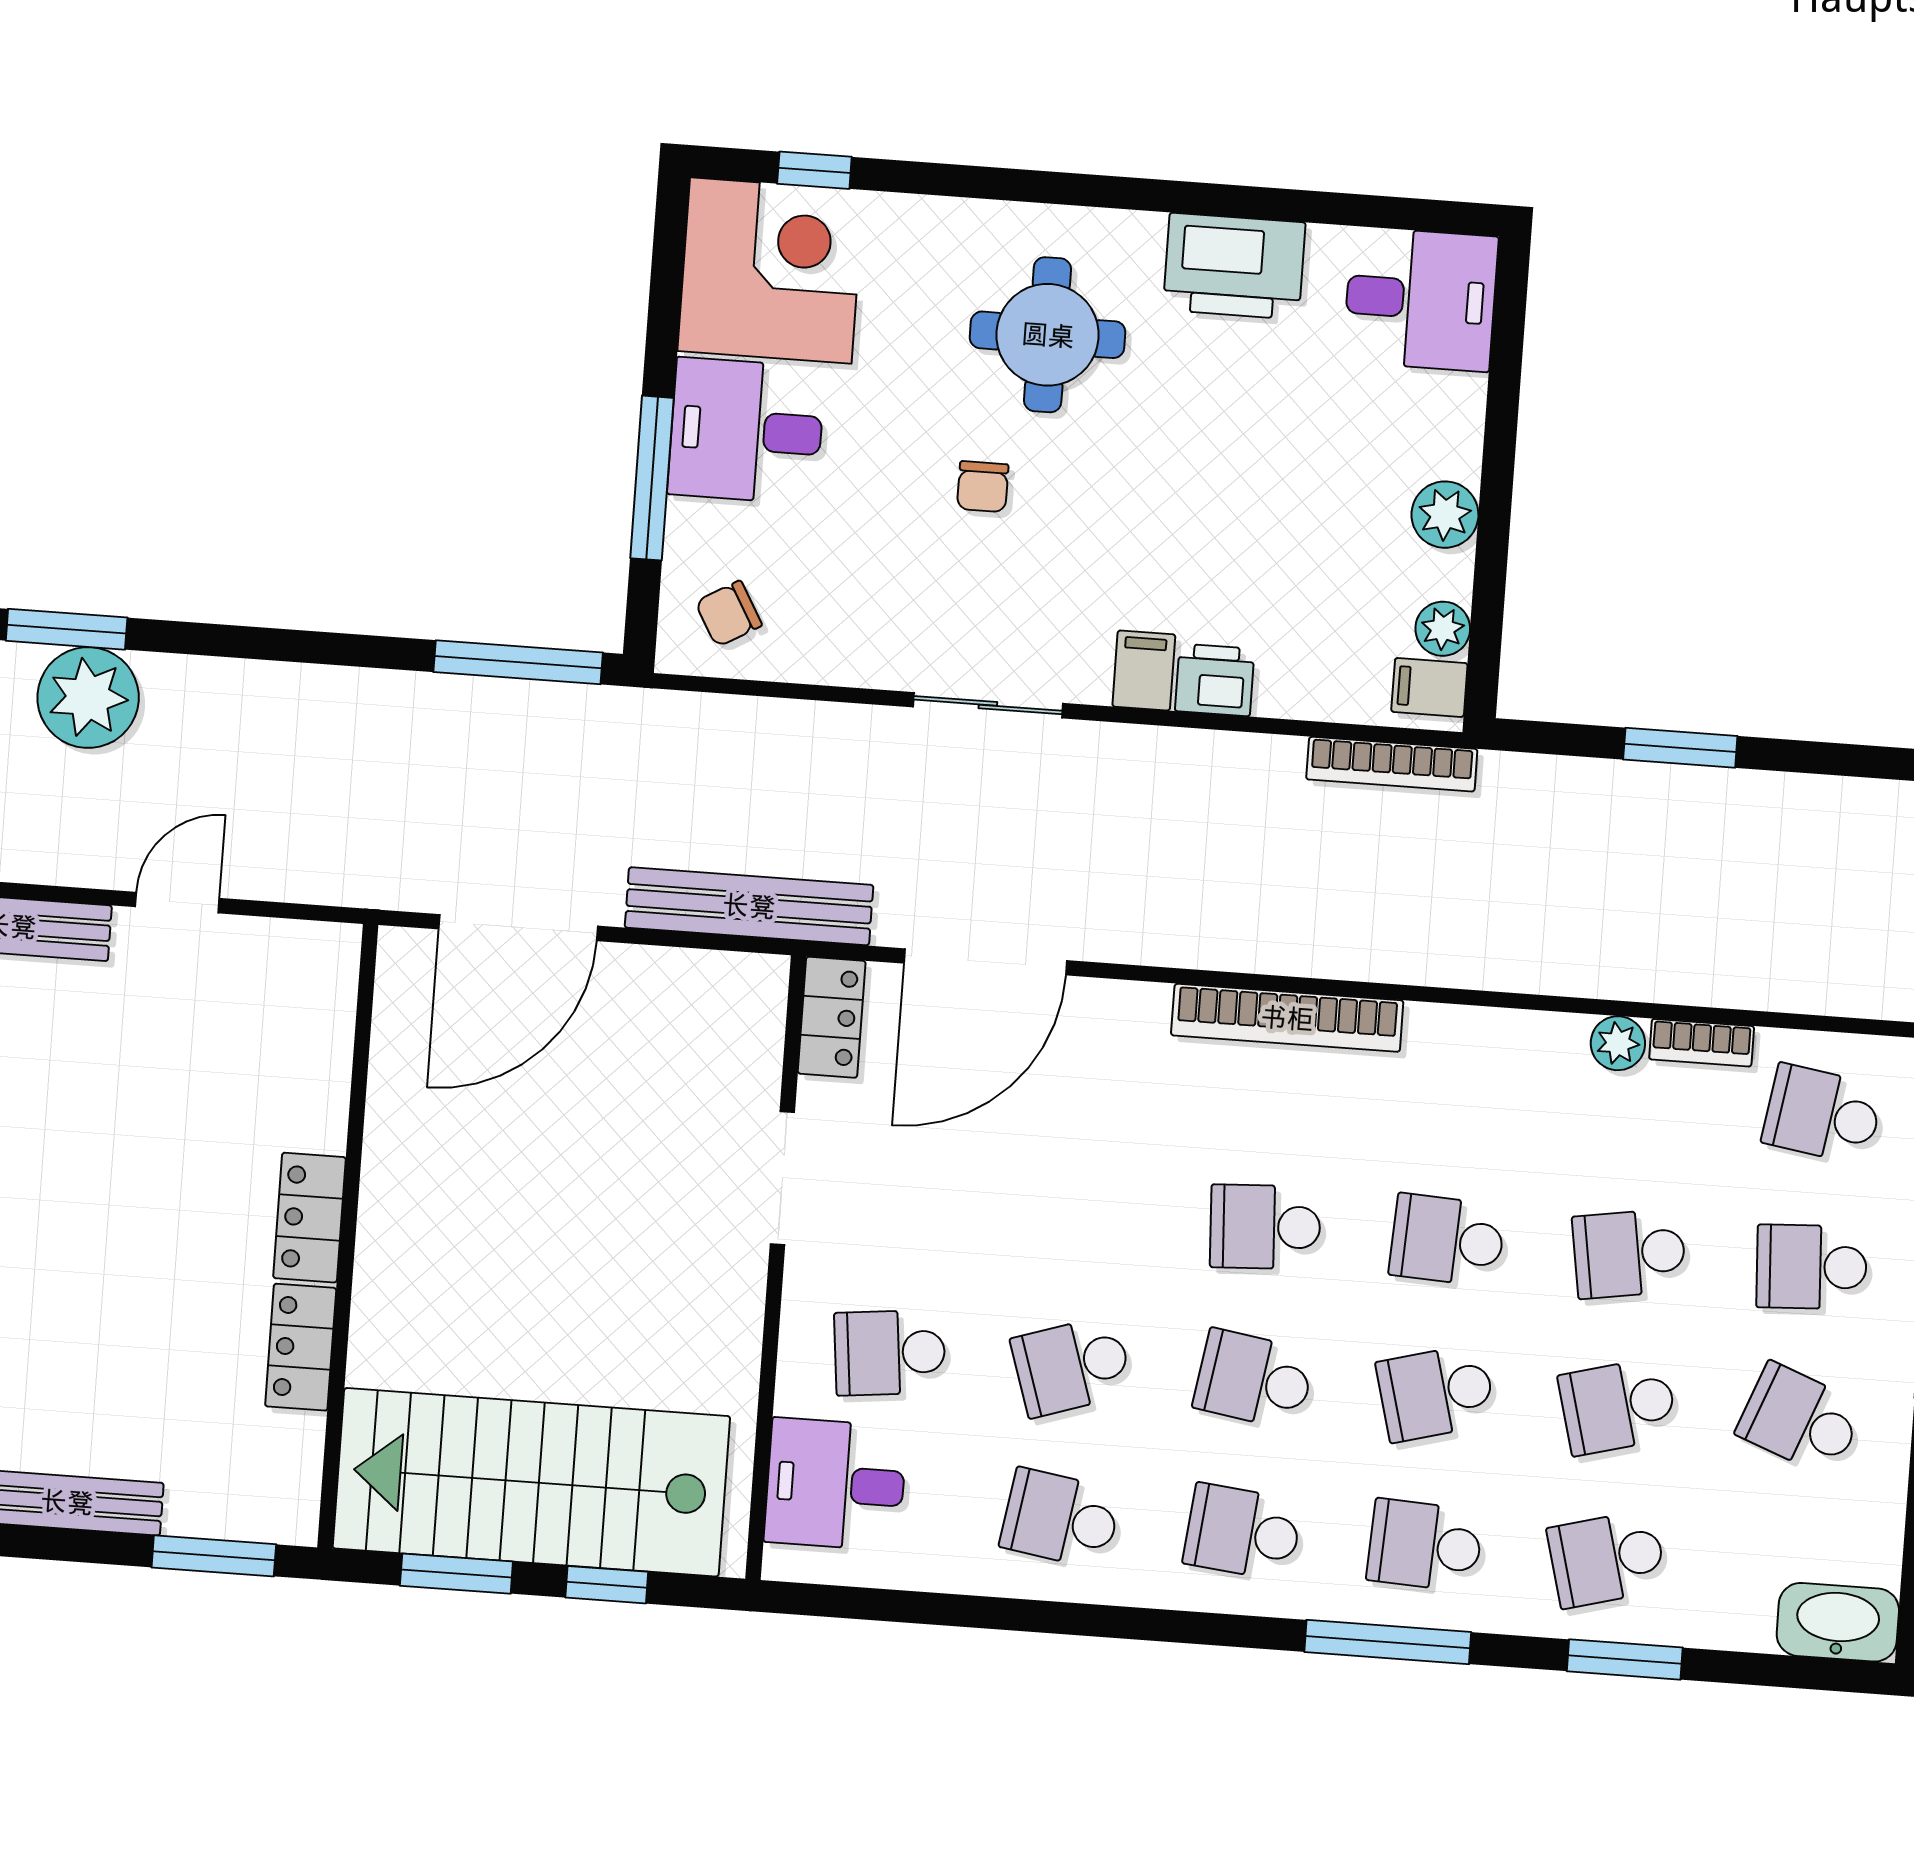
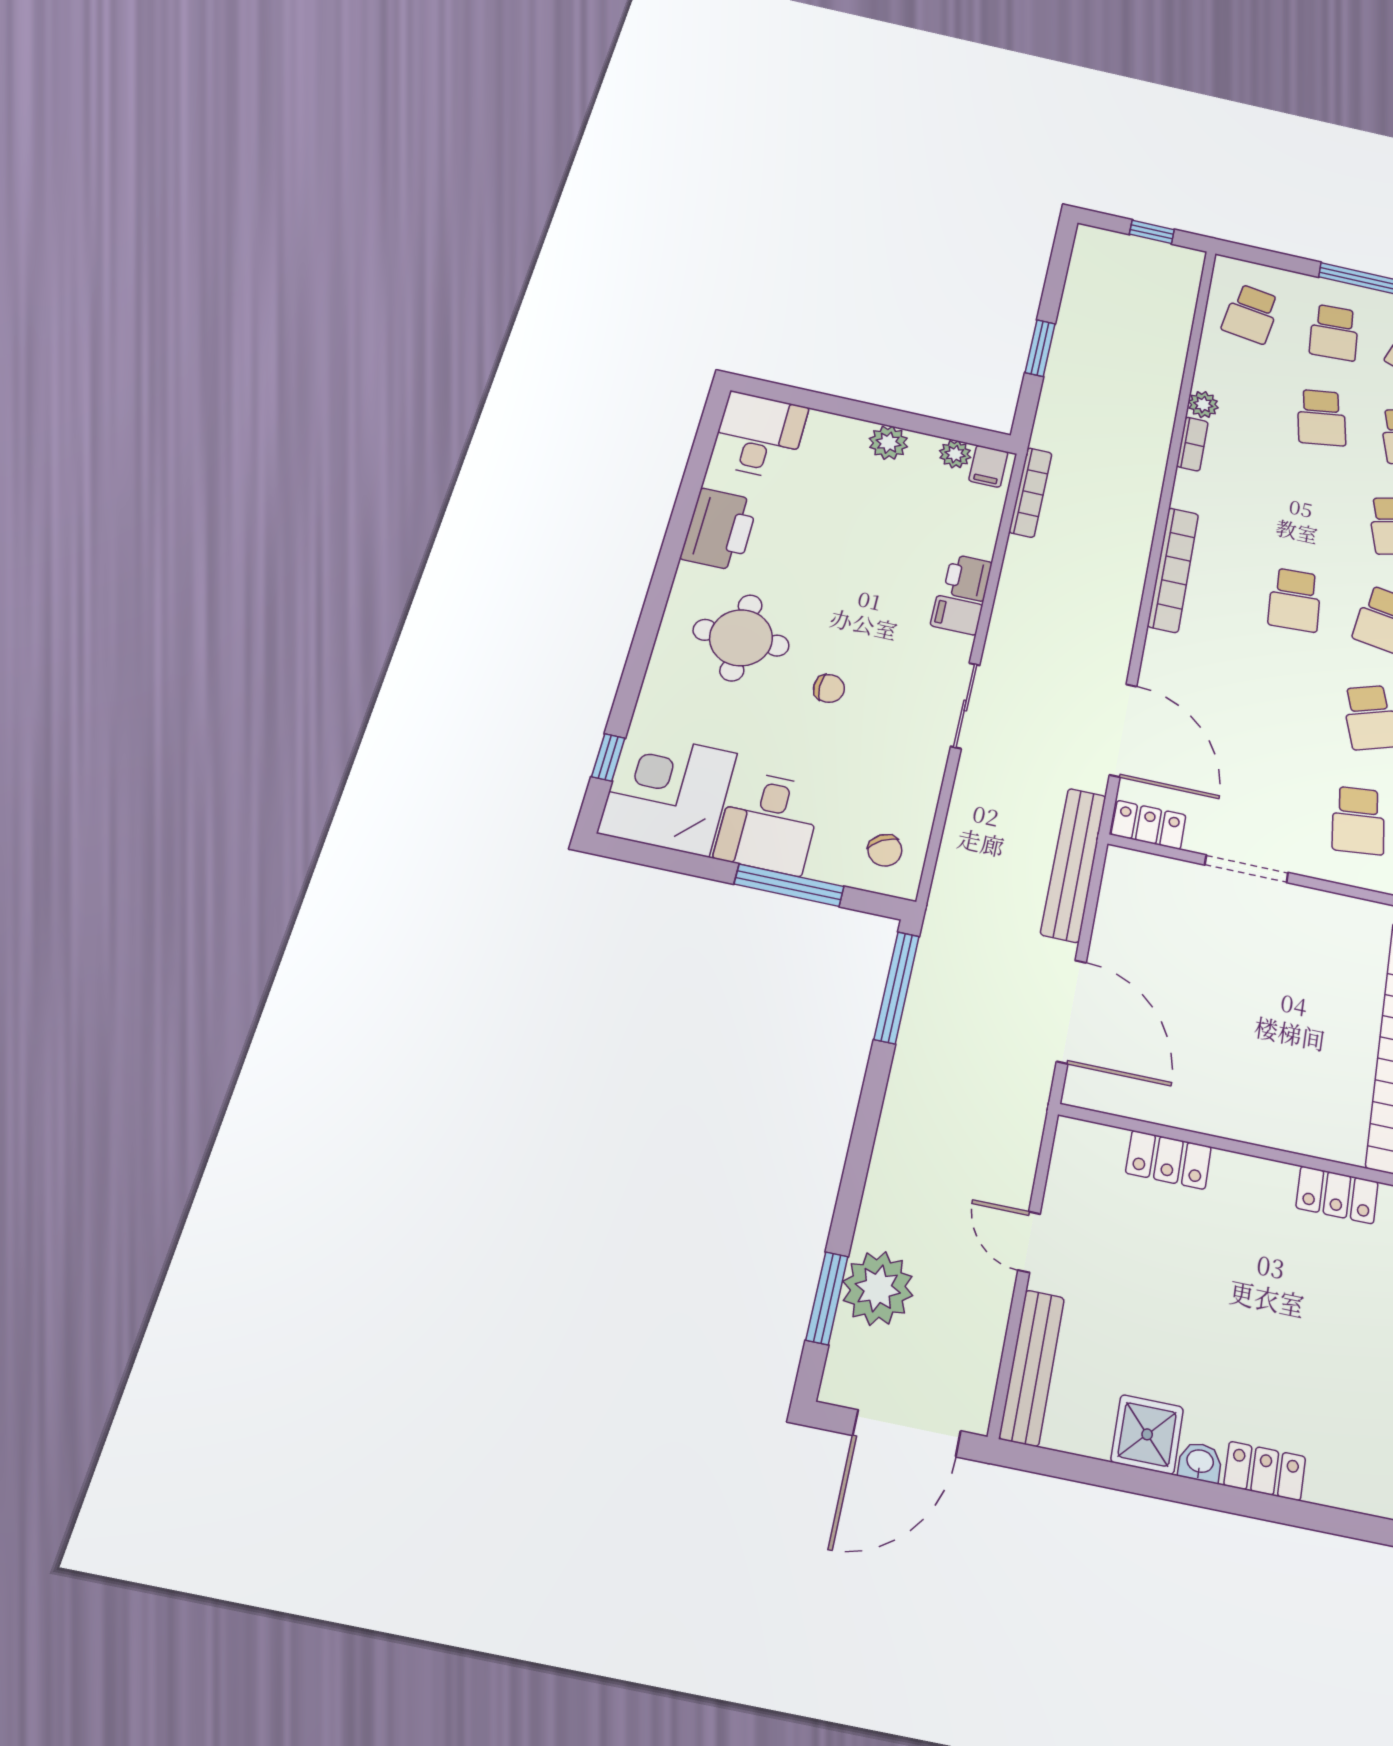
bookcase: (1702, 1043) -> (1192, 444), moved
locker: (310, 1218) -> (1168, 1160), moved
school desk: (1447, 1240) -> (1308, 507), removed

